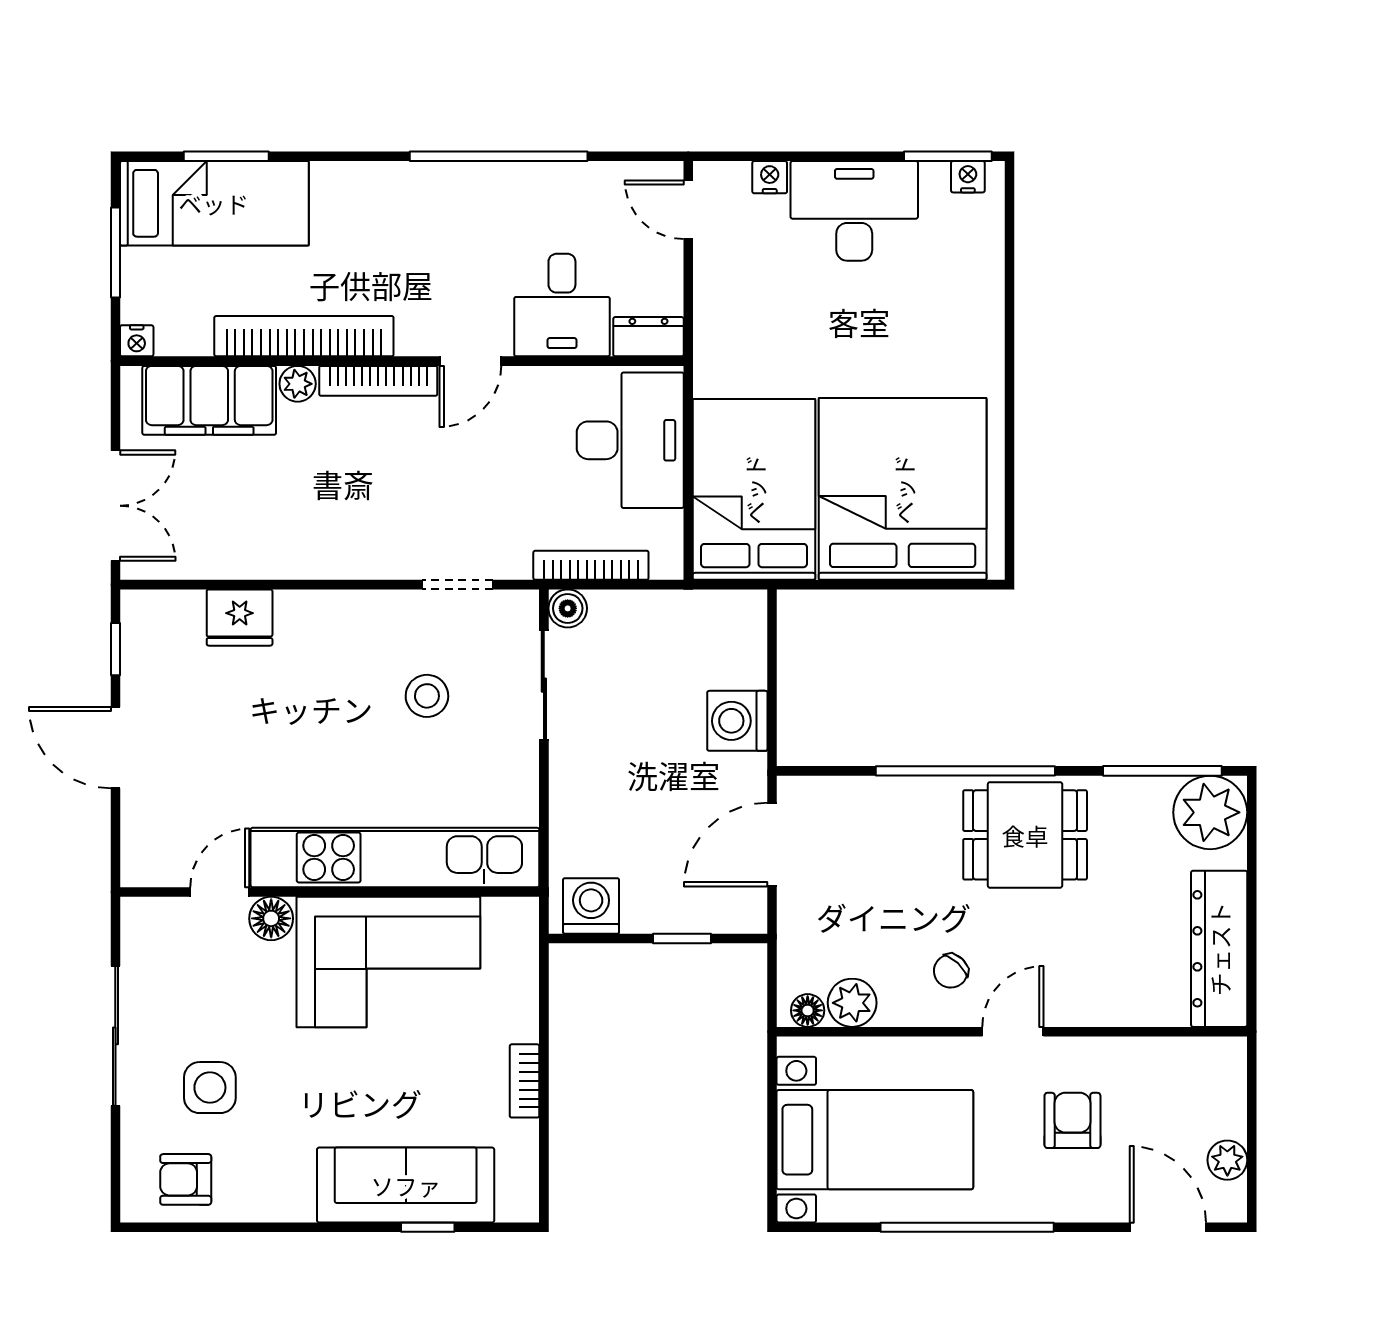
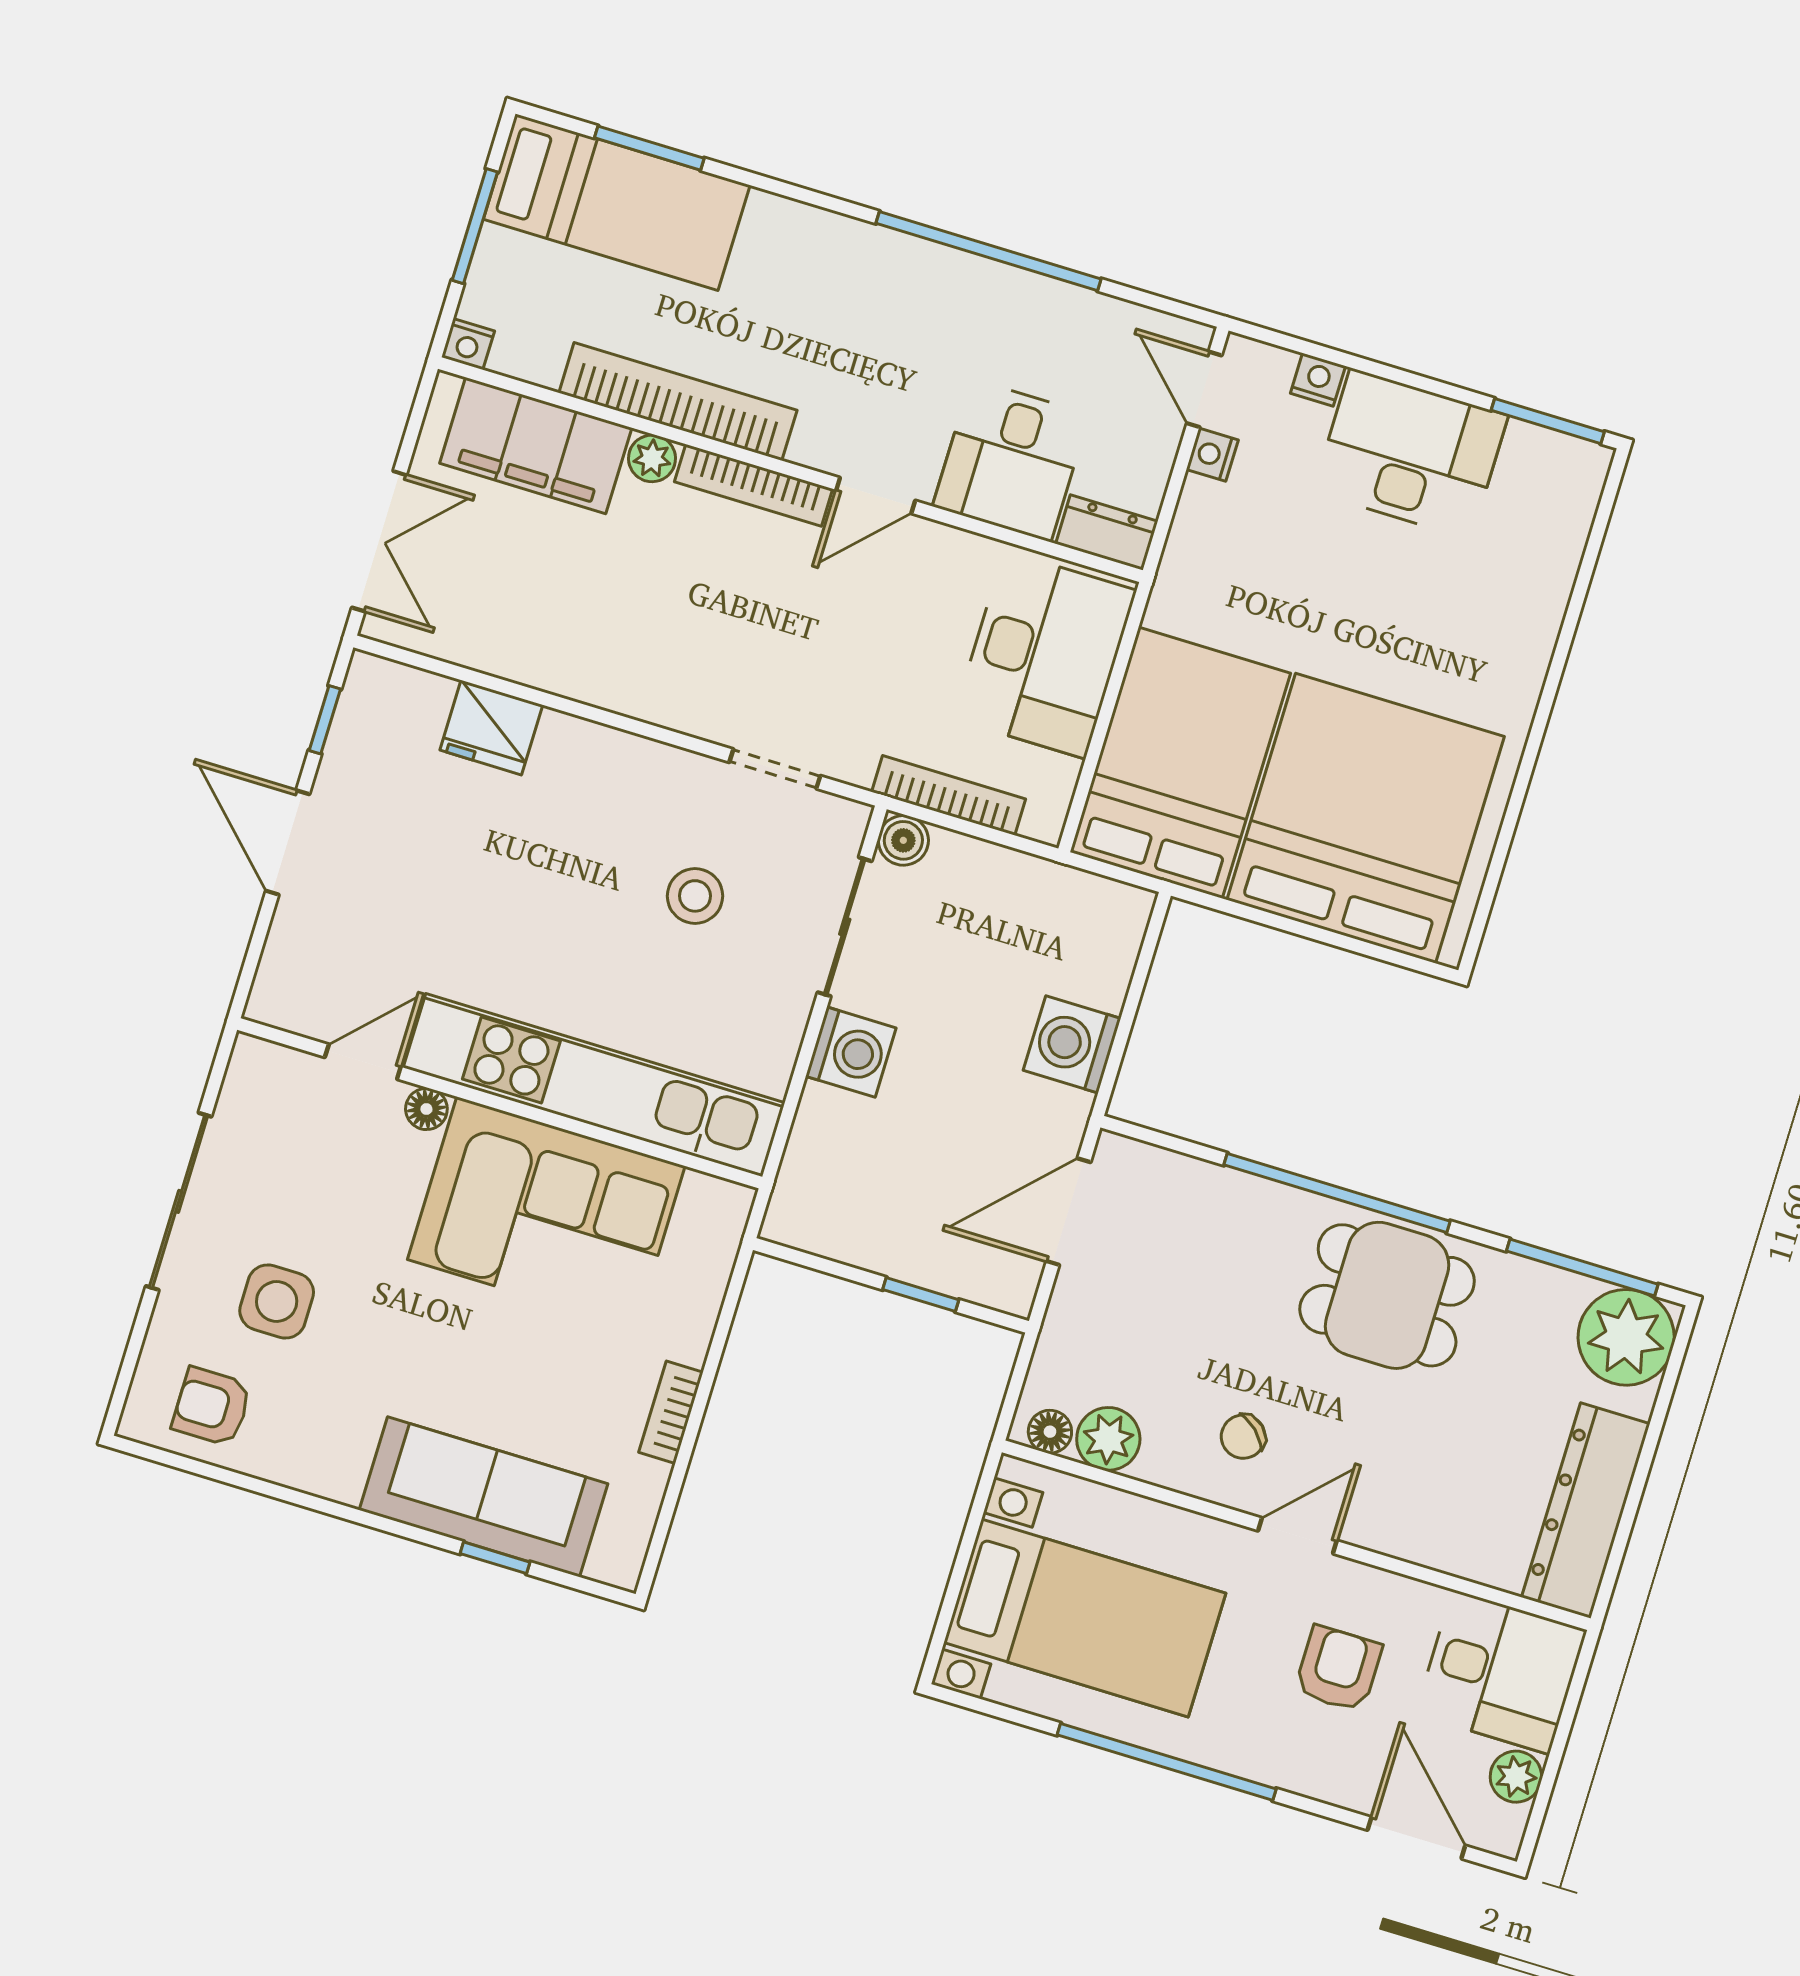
nightstand: (968, 177) -> (1212, 455), moved, turned -90
washing machine: (591, 906) -> (851, 1052), moved, turned 90
floor lamp: (271, 918) -> (426, 1109), width x0.73, depth x0.73
desk: (1193, 1086) -> (1501, 1672), added

